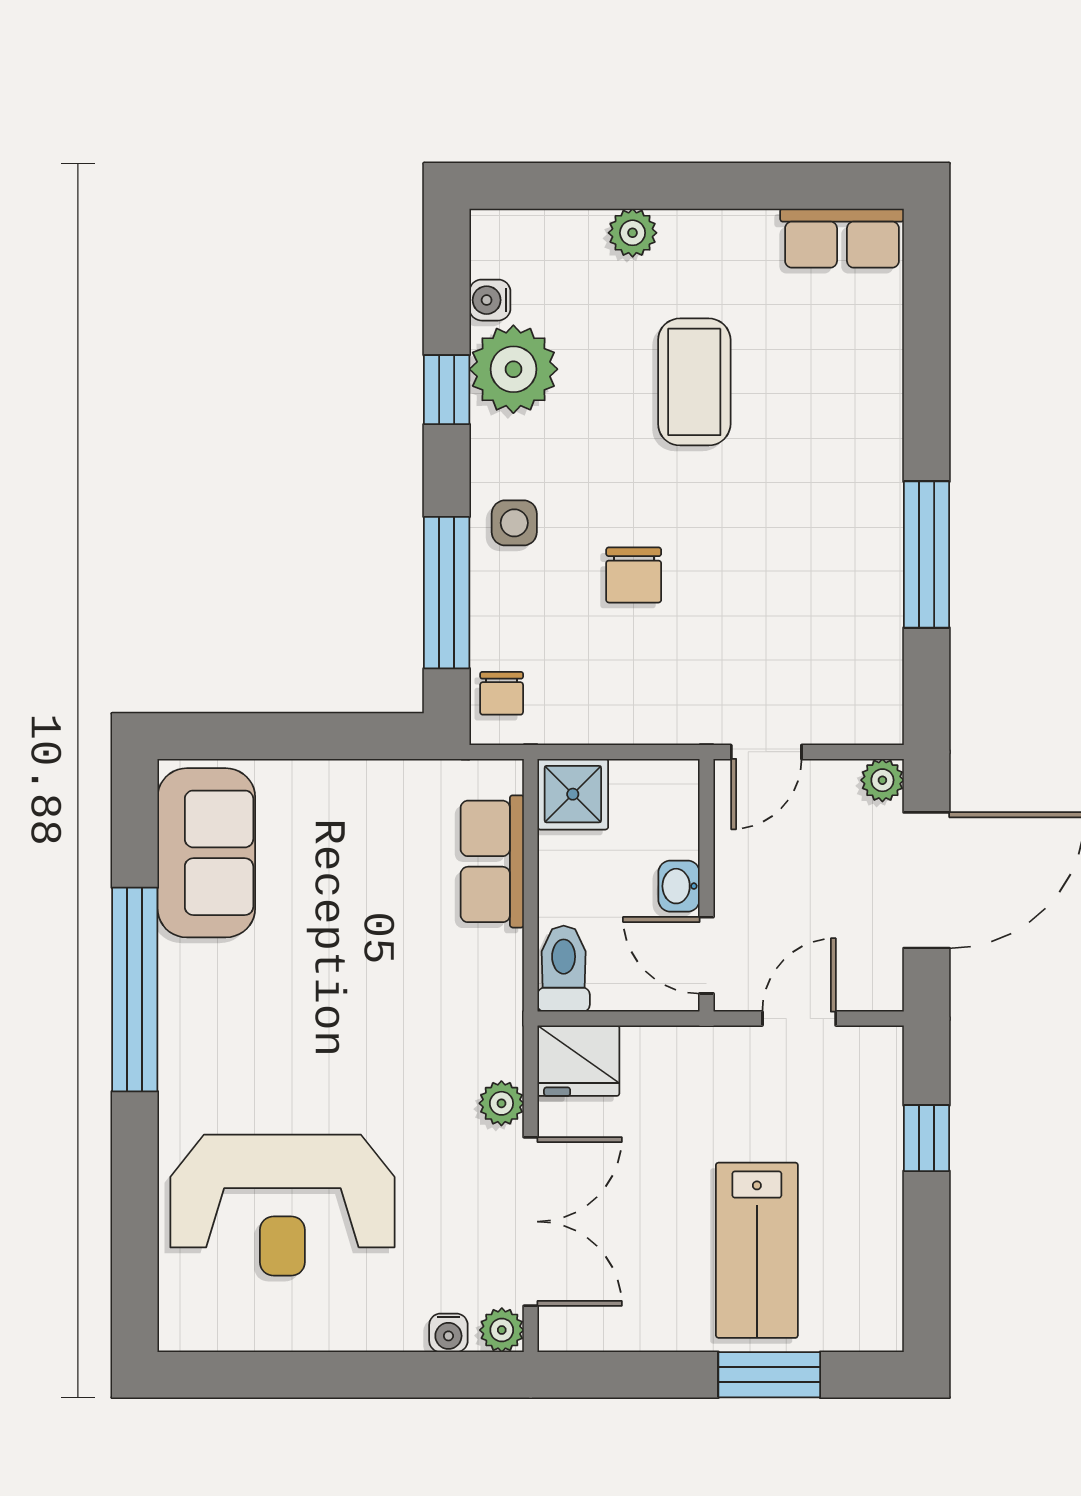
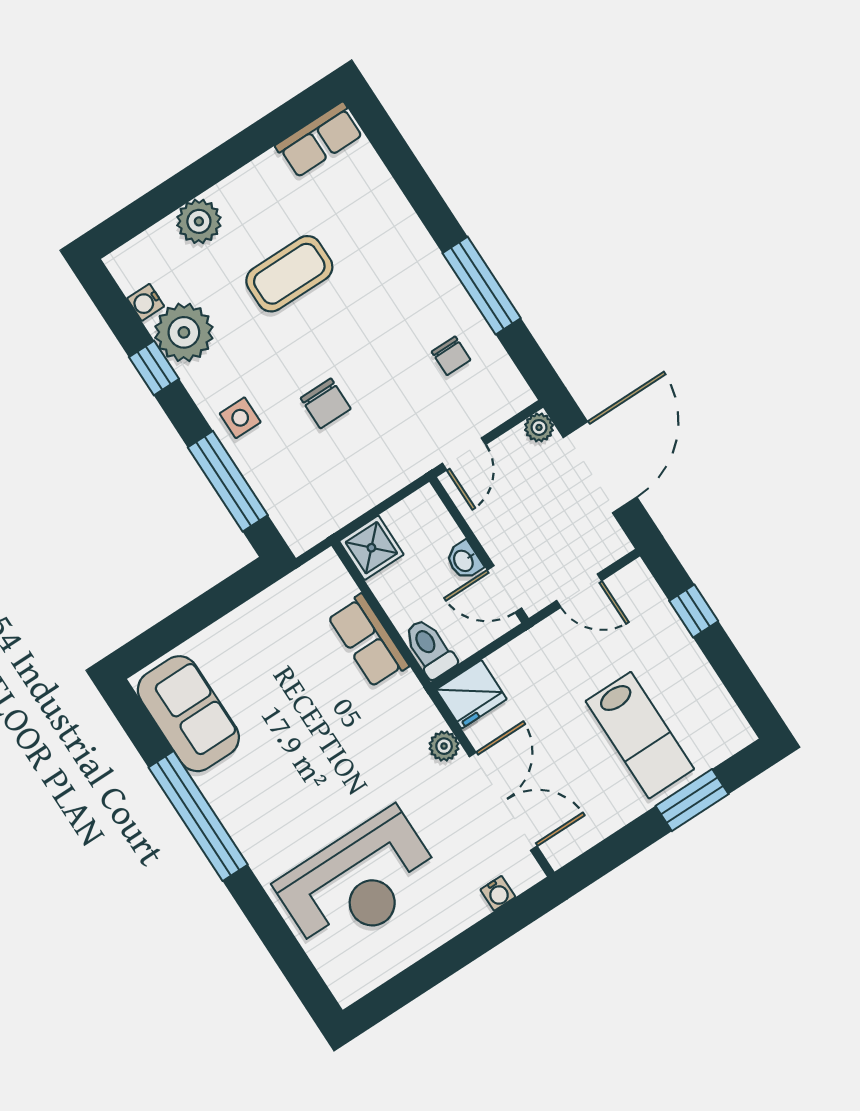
plant: (633, 233) -> (199, 221), width x1.38, depth x1.38
coffee table: (694, 382) -> (289, 274), turned 90
chair: (502, 693) -> (451, 356), moved
row of seats: (492, 861) -> (368, 641), moved
door: (799, 1019) -> (579, 591), swing flipped
plant: (502, 1330) -> (527, 872), removed

